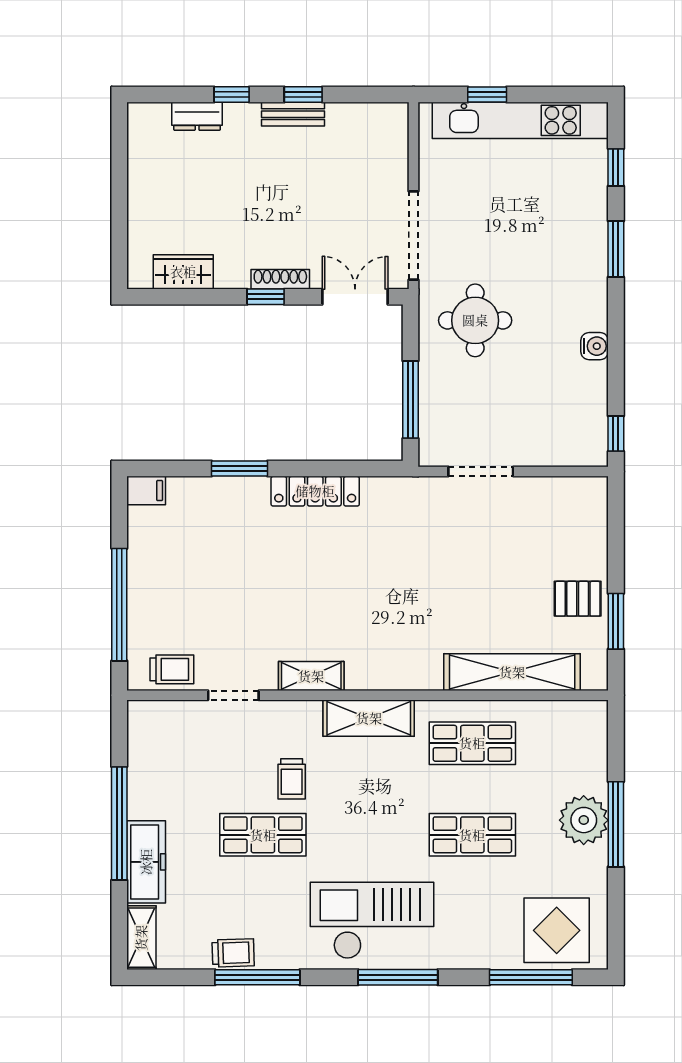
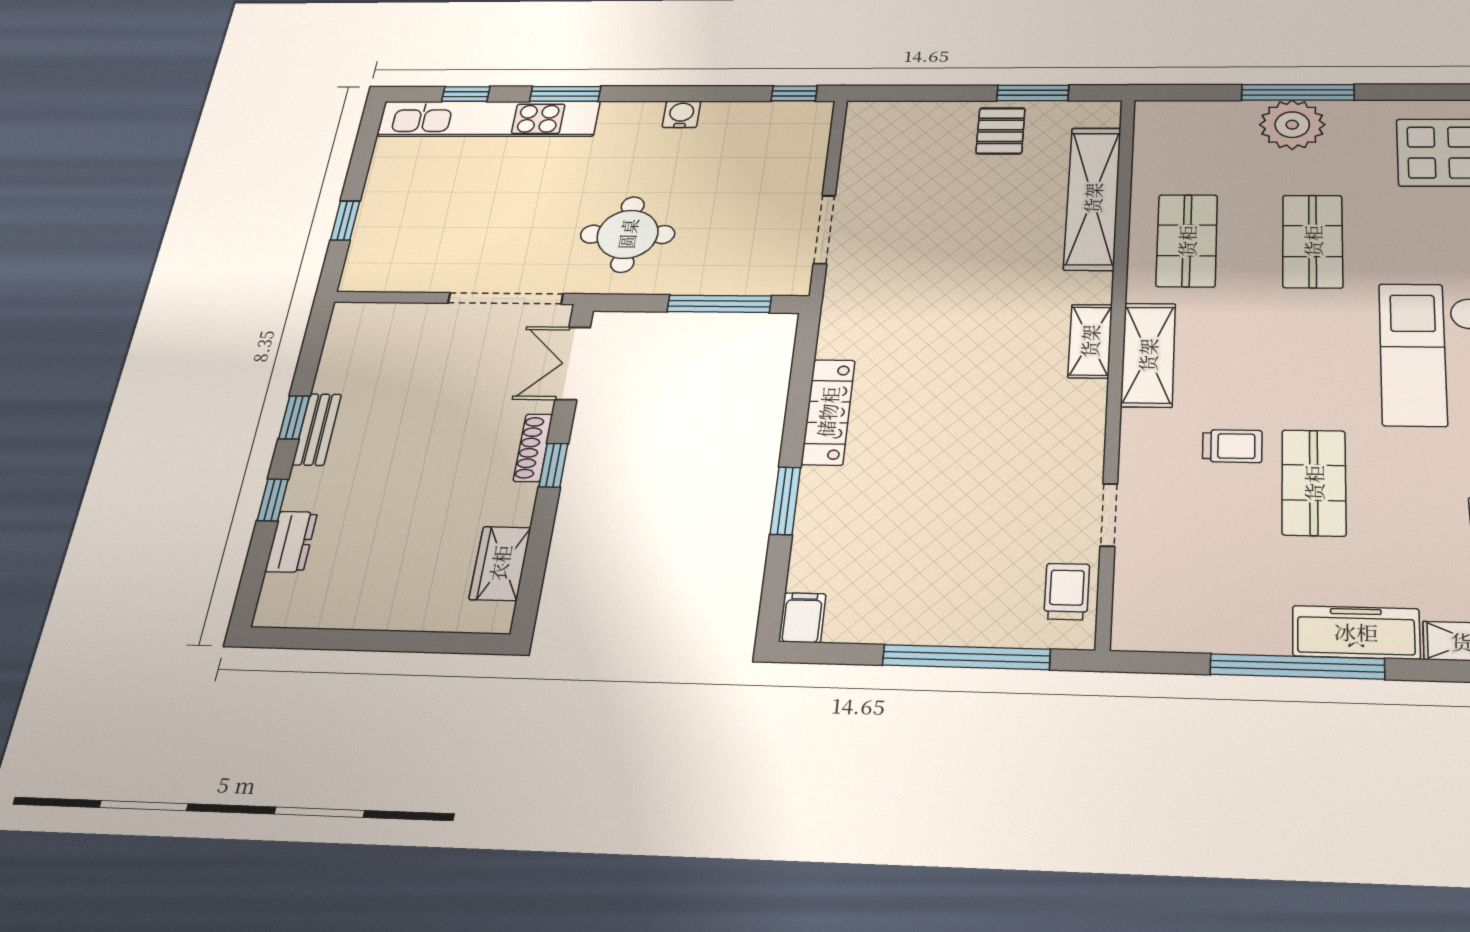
kitchen unit: (520, 120) -> (489, 119), moved, turned 90
shelving: (311, 676) -> (1090, 341), moved

